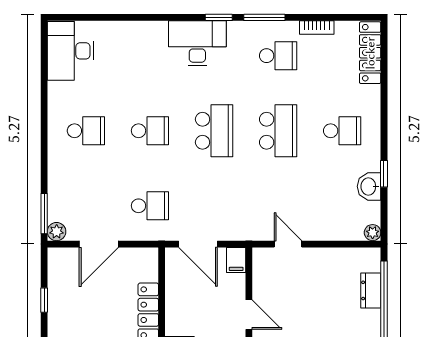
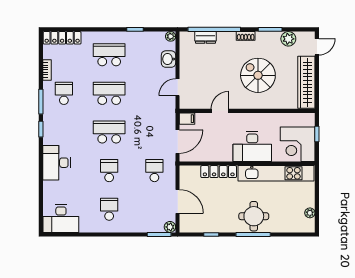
desk: (197, 43) -> (56, 163), moved
school desk: (342, 131) -> (109, 55), width x1.85
washbasin: (369, 186) -> (169, 59), moved, turned 90

